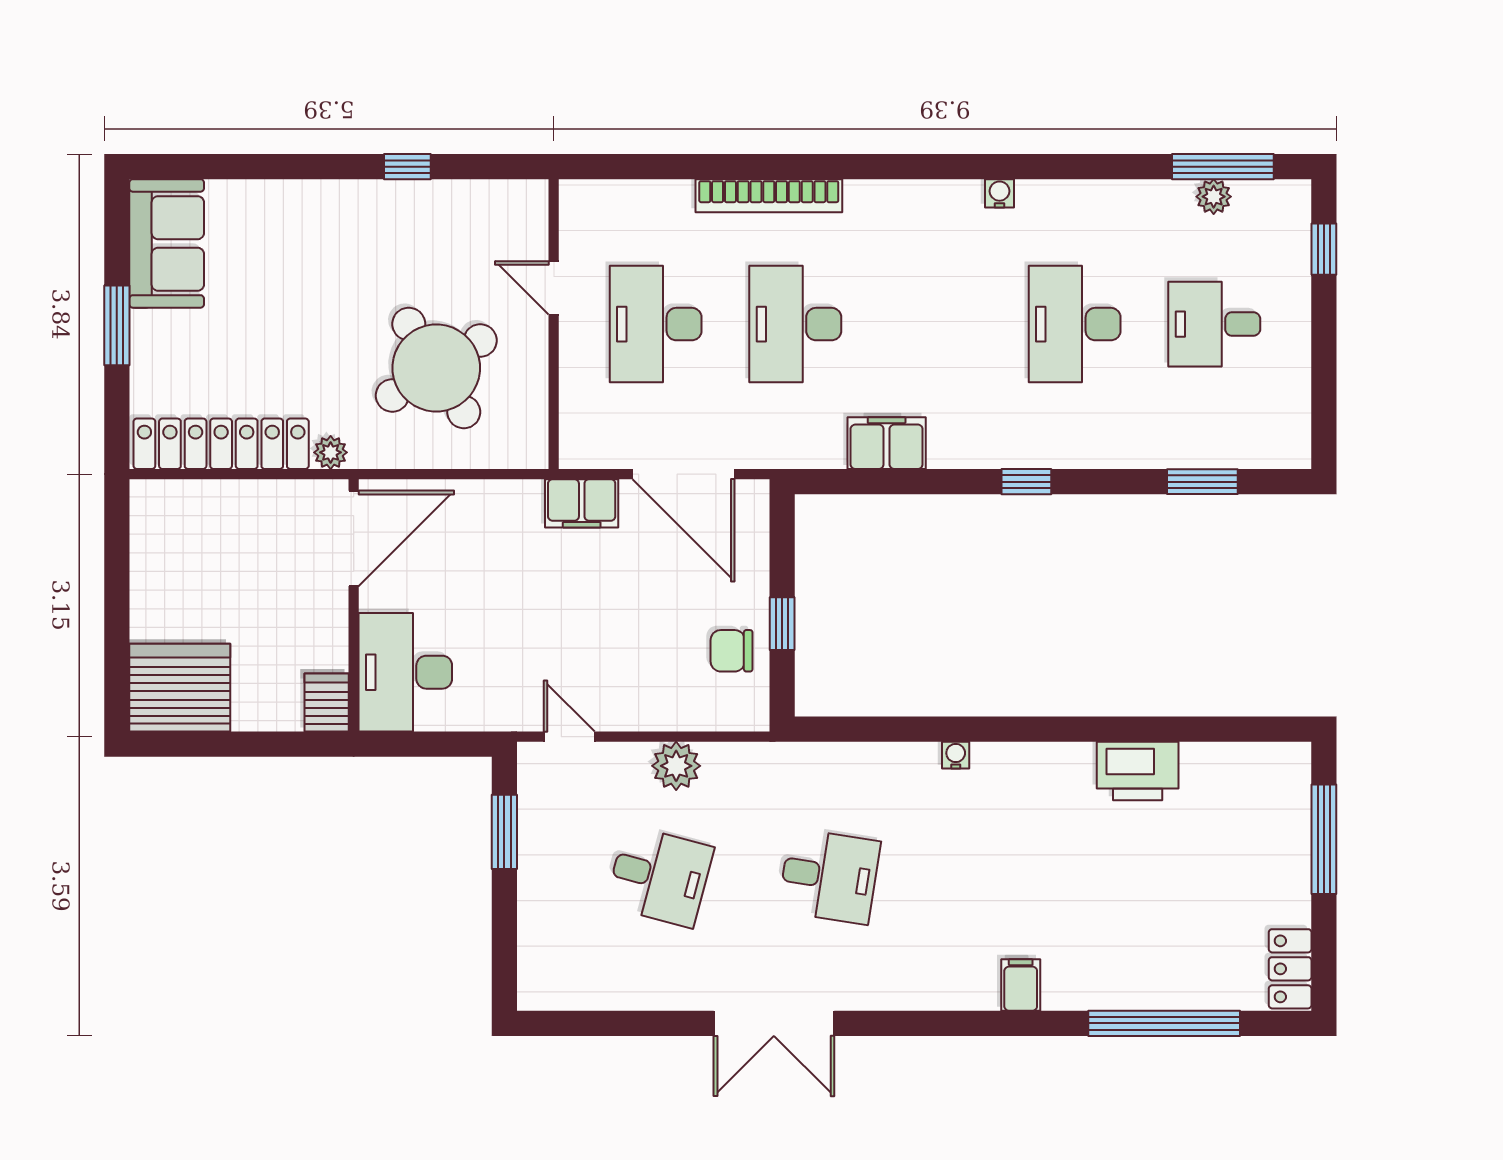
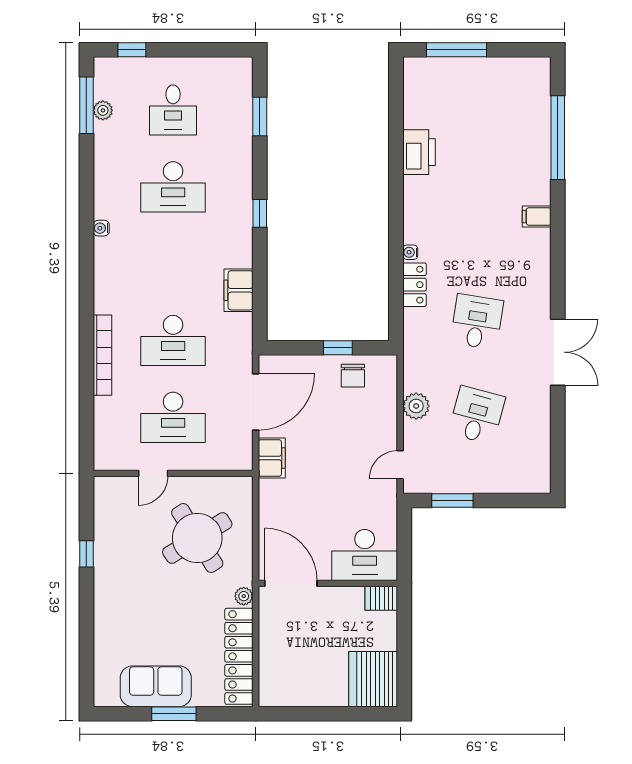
sofa: (167, 243) -> (156, 686), moved
locker: (1290, 969) -> (414, 285), moved, turned -90

